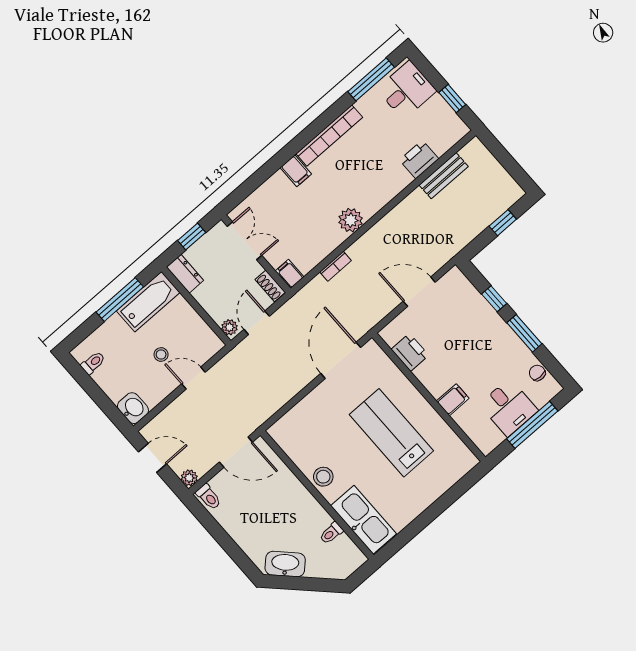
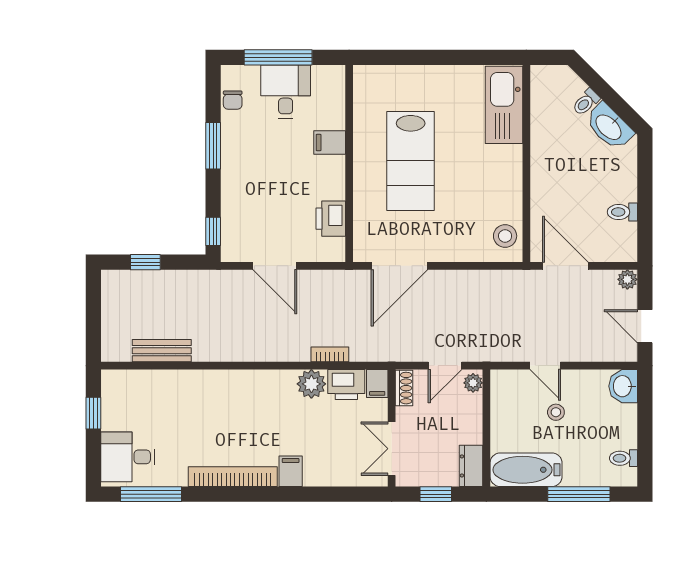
printer: (419, 159) -> (346, 385), moved
plant: (351, 220) -> (311, 384), moved
window: (120, 299) -> (579, 494), moved
window: (494, 299) -> (213, 231), moved
stool: (323, 477) -> (505, 236), moved
toilet: (209, 497) -> (622, 212), moved, turned -90
toilet: (331, 533) -> (586, 102), moved, turned 135

